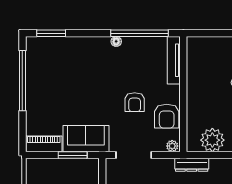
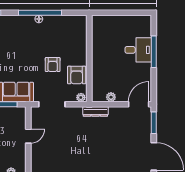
window: (139, 33) -> (40, 13), moved
tv unit: (174, 60) -> (82, 33), removed
plant: (212, 140) -> (111, 97), width x0.53, depth x0.53

